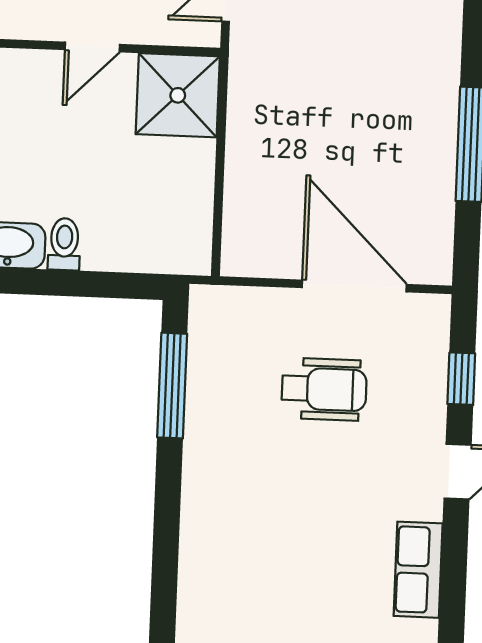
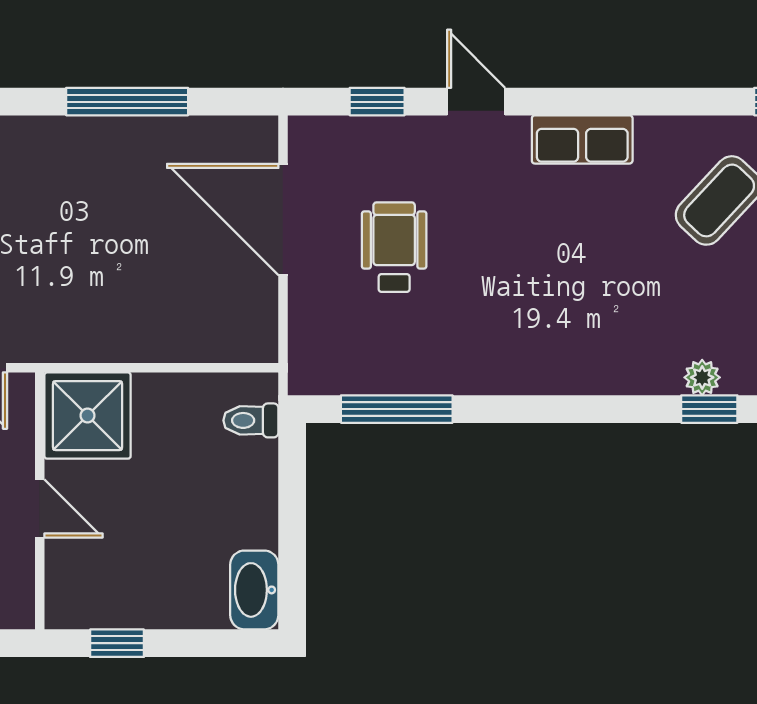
toilet: (64, 244) -> (251, 420), moved
door: (354, 286) -> (283, 219), hinge flipped

